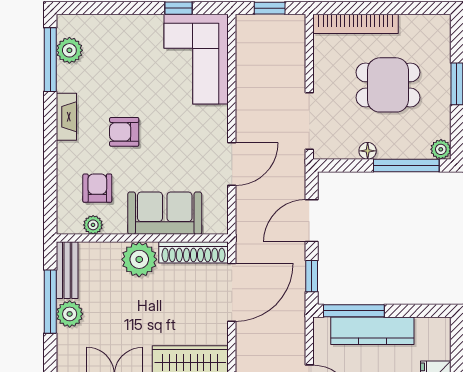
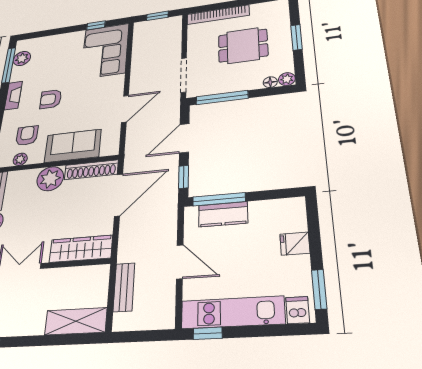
floor lamp: (368, 151) -> (270, 82), moved
window: (406, 165) -> (222, 98), moved
kitchen counter: (372, 331) -> (223, 214), width x0.67

